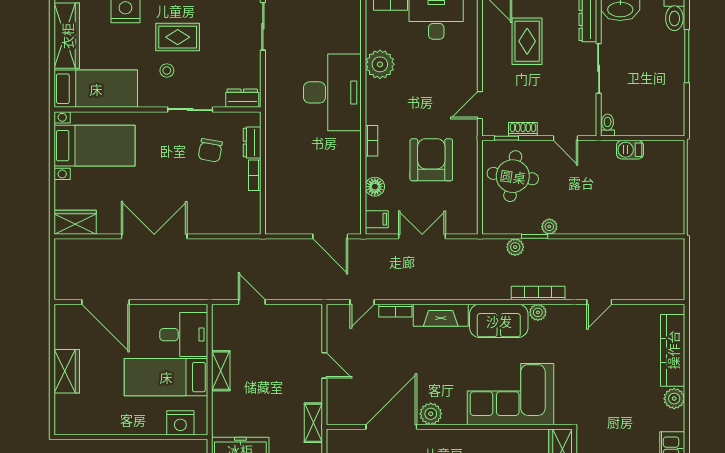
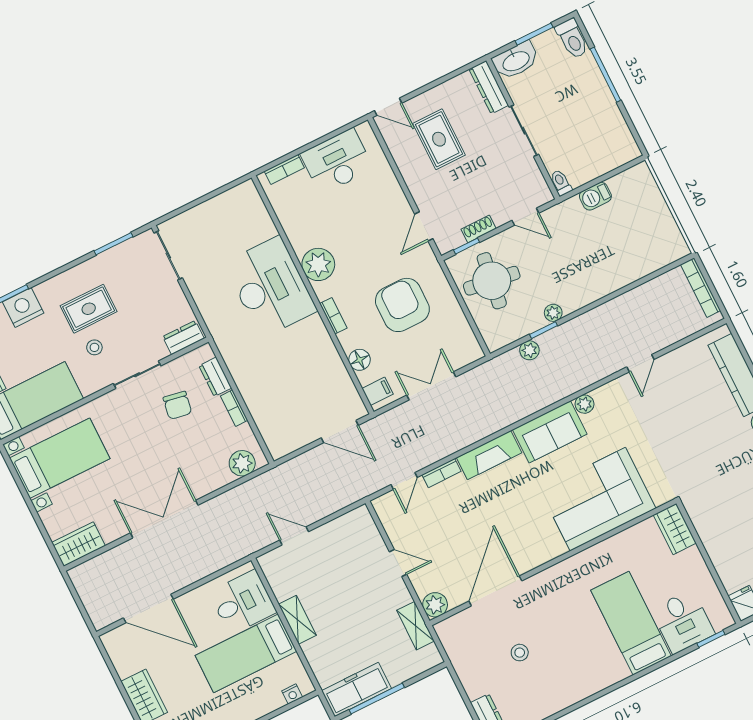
plant: (380, 64) -> (318, 264), moved
plant: (239, 223) -> (242, 463), added
bookcase: (538, 293) -> (701, 288), moved, turned -90
plant: (431, 414) -> (435, 605), moved
nightstand: (180, 423) -> (292, 694), width x0.53, depth x0.56

